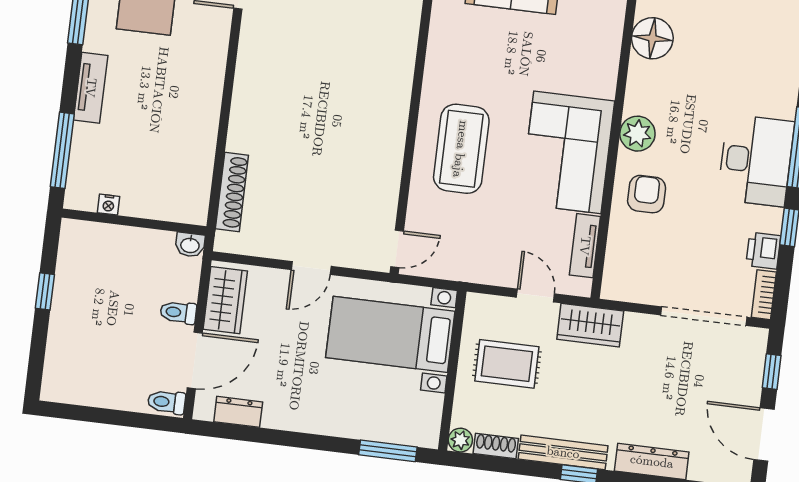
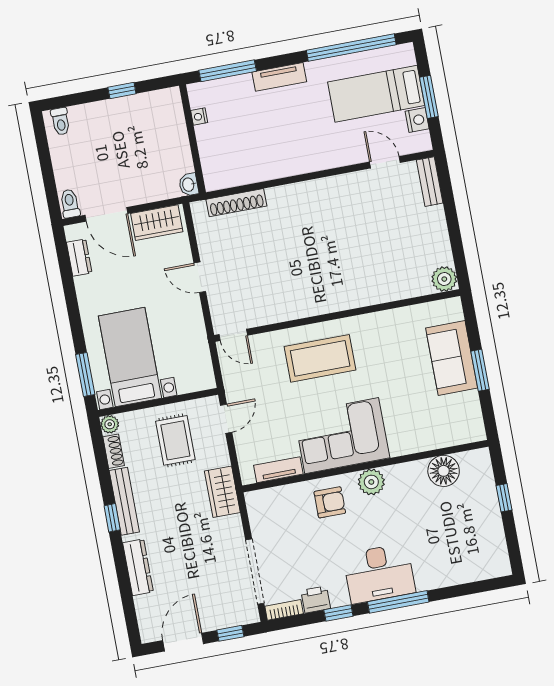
door: (535, 295) -> (226, 419), moved
toilet: (178, 312) -> (61, 121), moved, turned 180
bed with nightstands: (390, 334) -> (130, 357), moved

